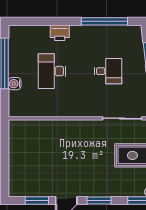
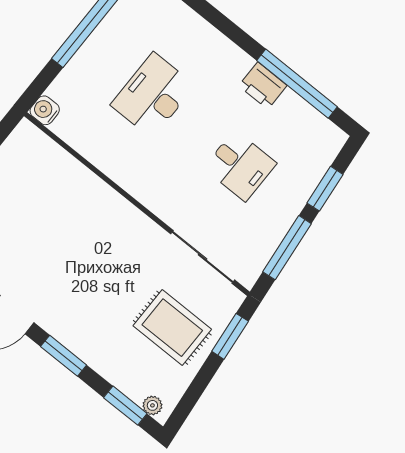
printer: (60, 33) -> (263, 86), moved
water cooler: (15, 84) -> (45, 110), moved

